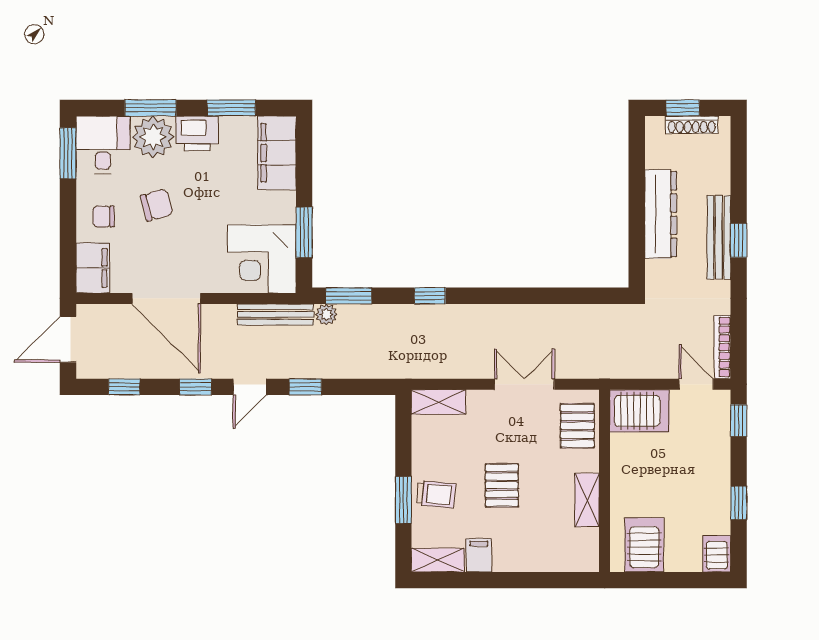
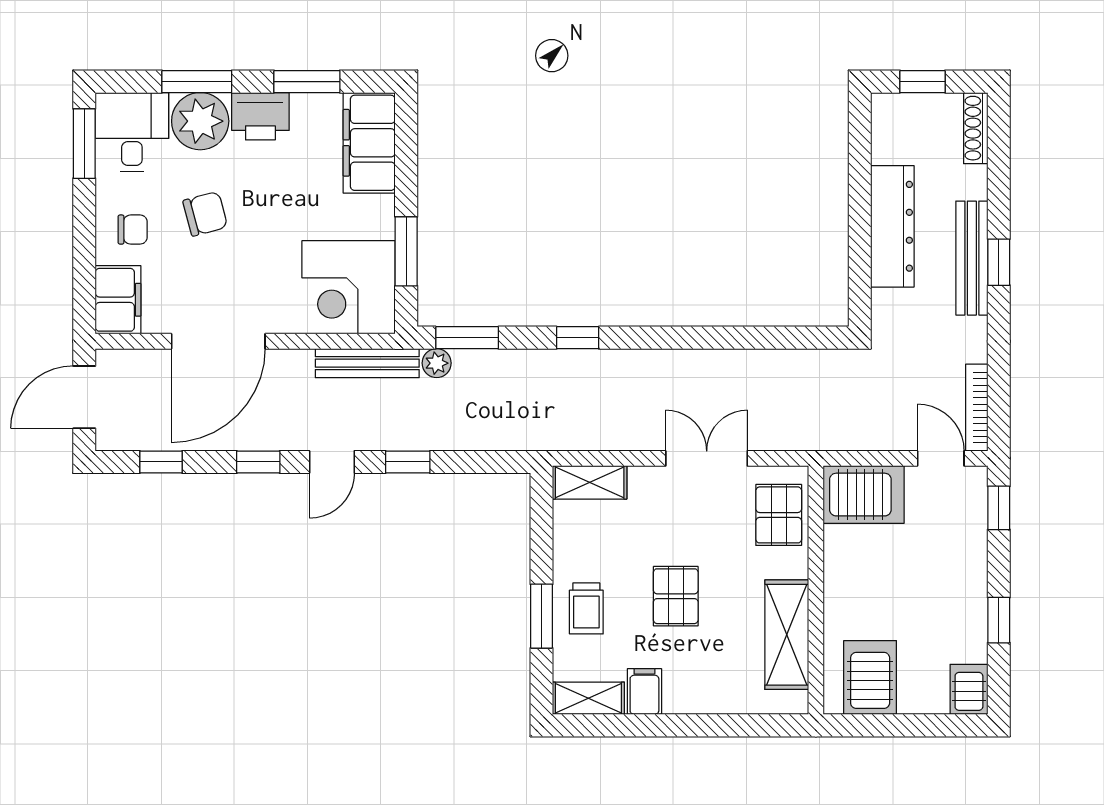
shoe rack: (692, 125) -> (976, 128), moved, turned 90
chair: (104, 216) -> (133, 230), turned 180
door: (166, 298) -> (218, 341), hinge flipped
trolley: (436, 494) -> (586, 608), turned 85
shelving: (587, 500) -> (787, 635), width x1.50, depth x1.33

